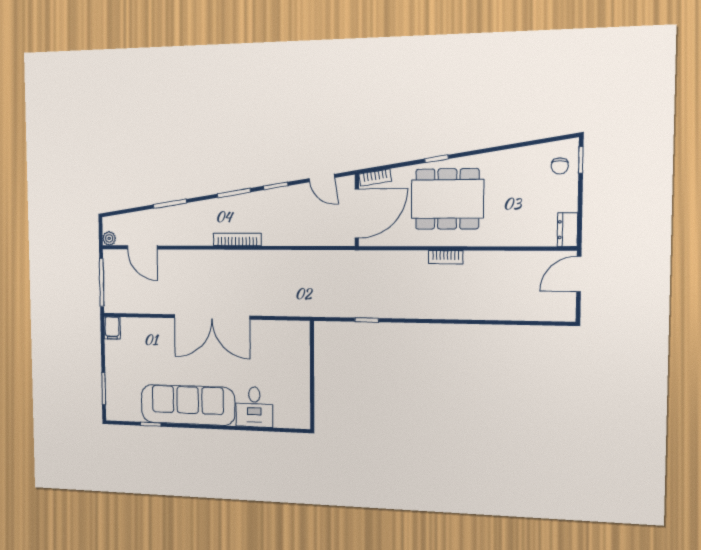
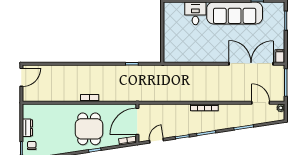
door: (322, 178) -> (157, 141), hinge flipped
dining table: (447, 199) -> (89, 129), width x0.73
dresser: (567, 230) -> (27, 128), moved
door: (579, 274) -> (21, 77), moved
double door: (212, 317) -> (251, 64), moved

